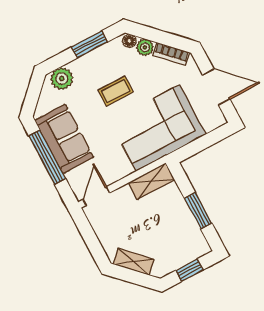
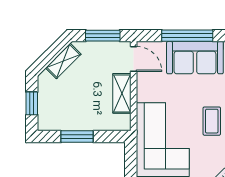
shelving: (151, 181) -> (122, 93), moved
window: (90, 237) -> (103, 36), added

